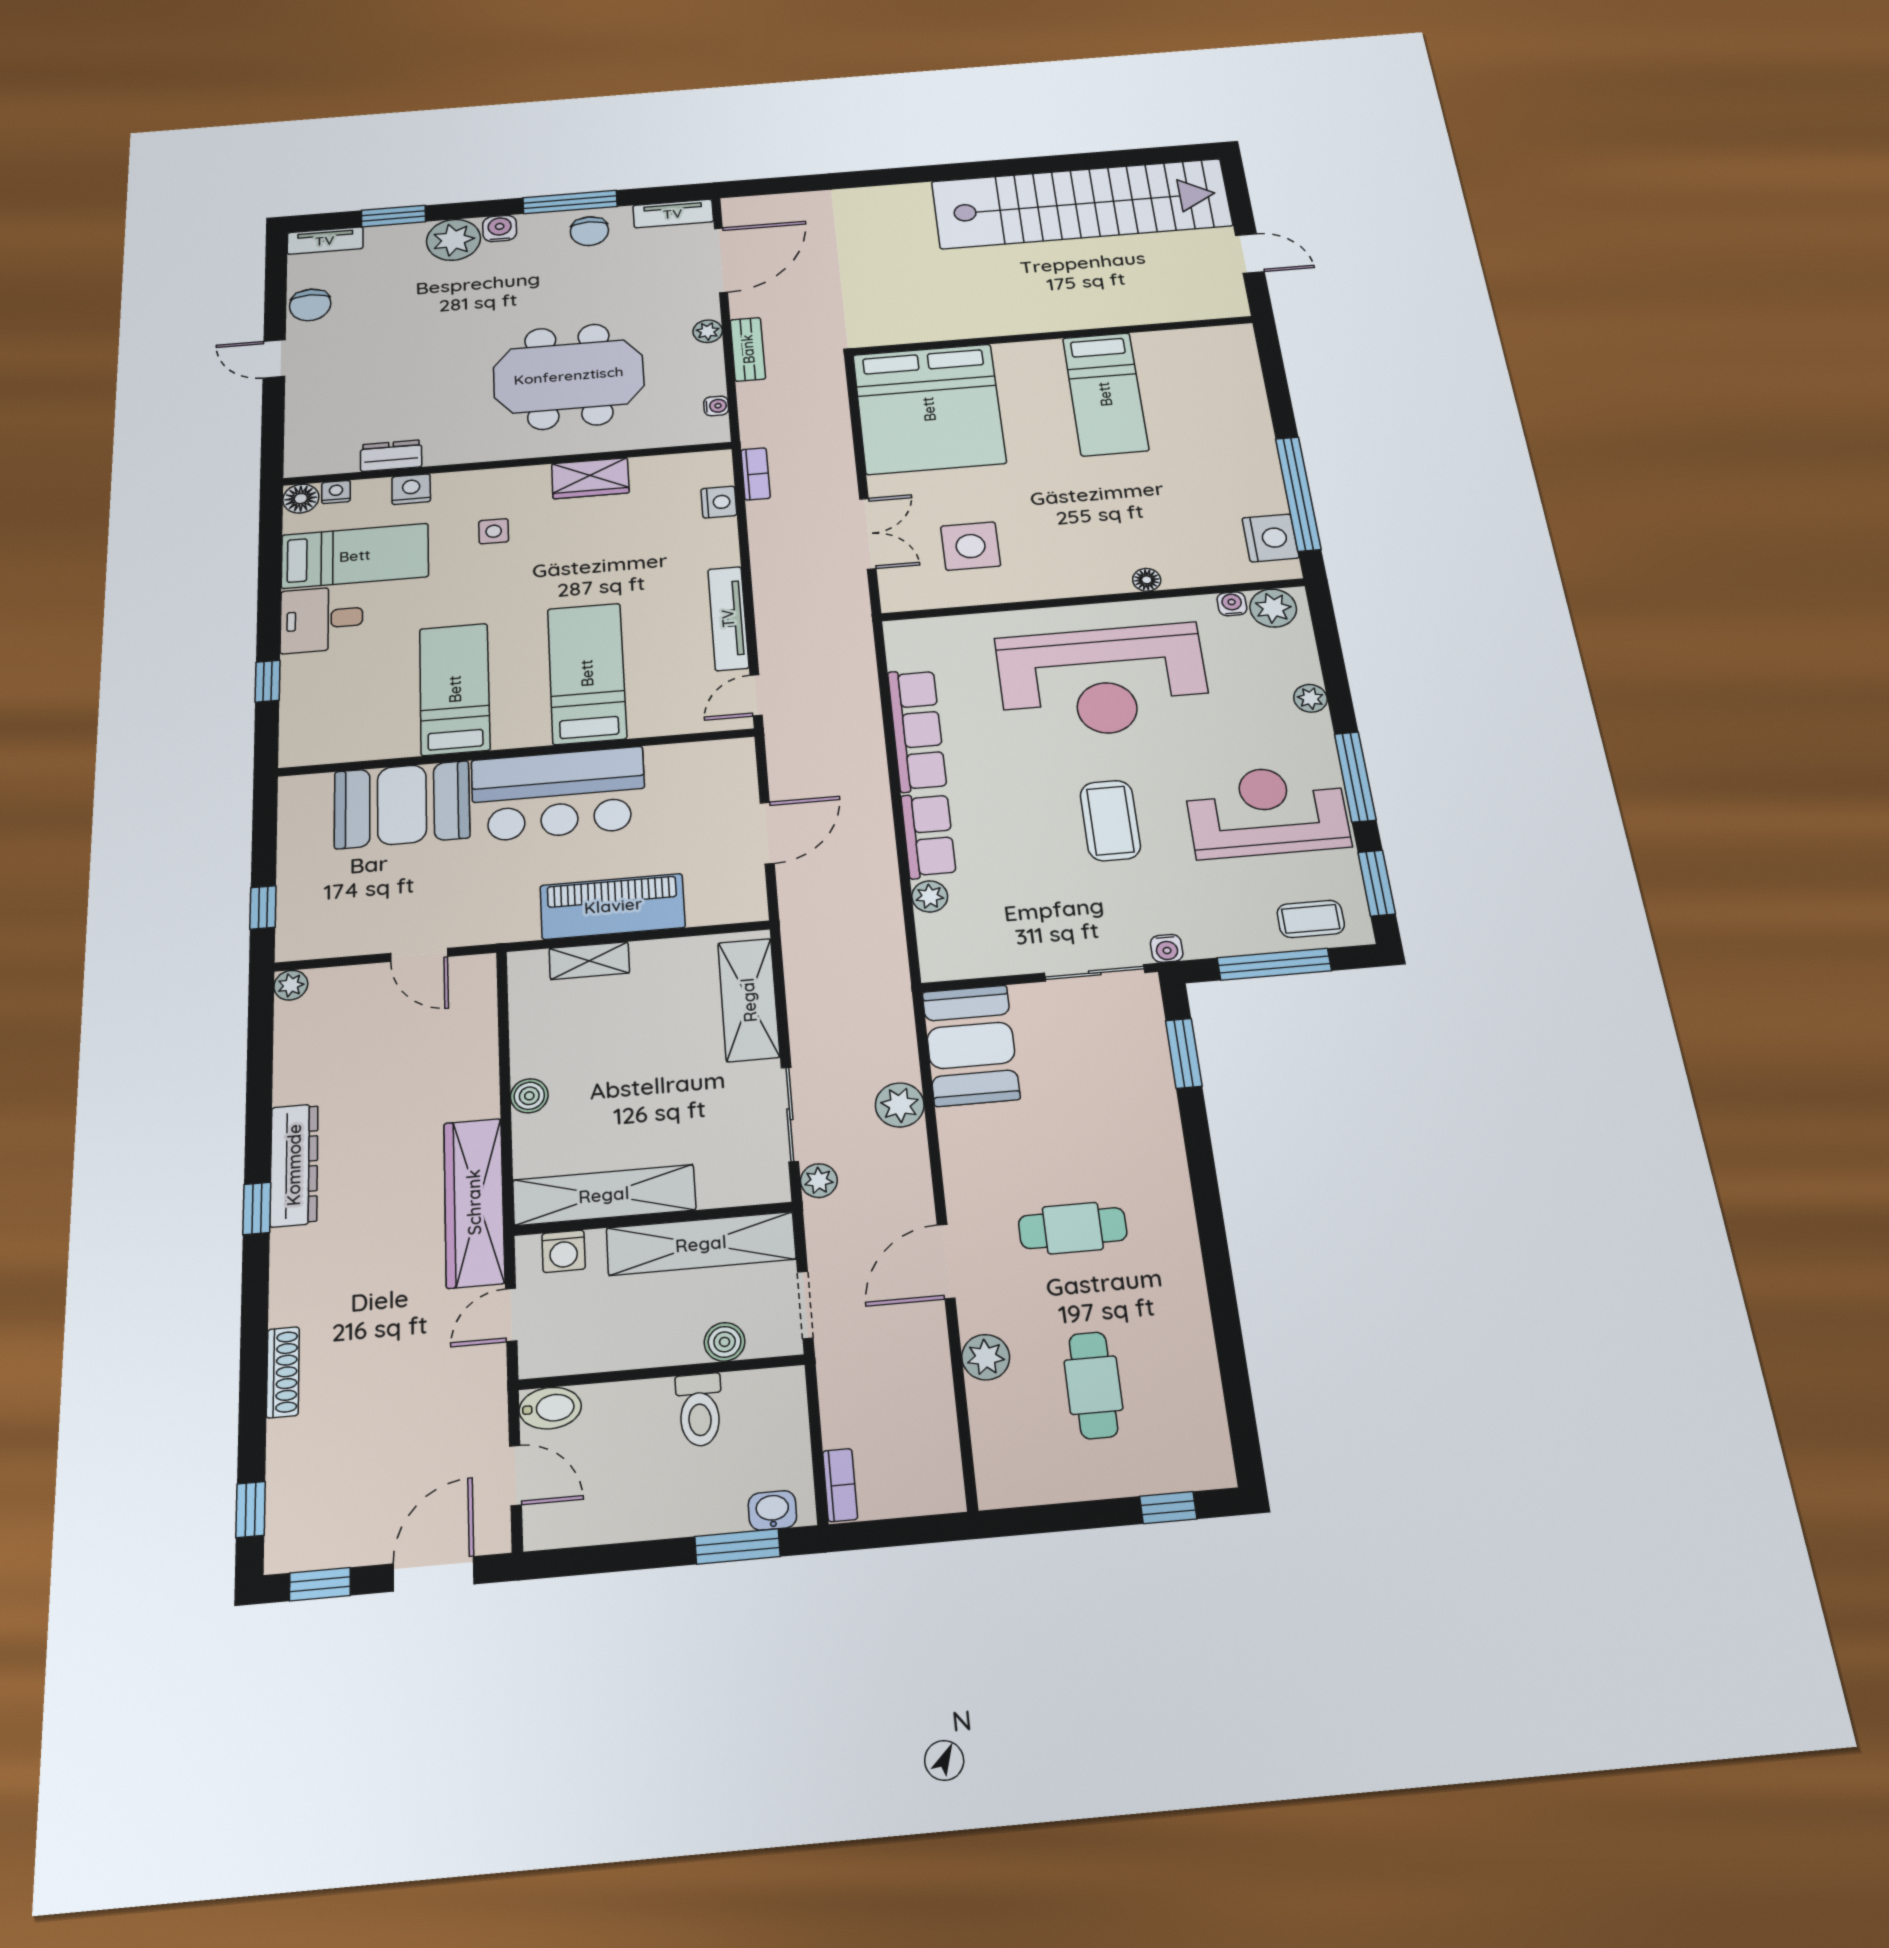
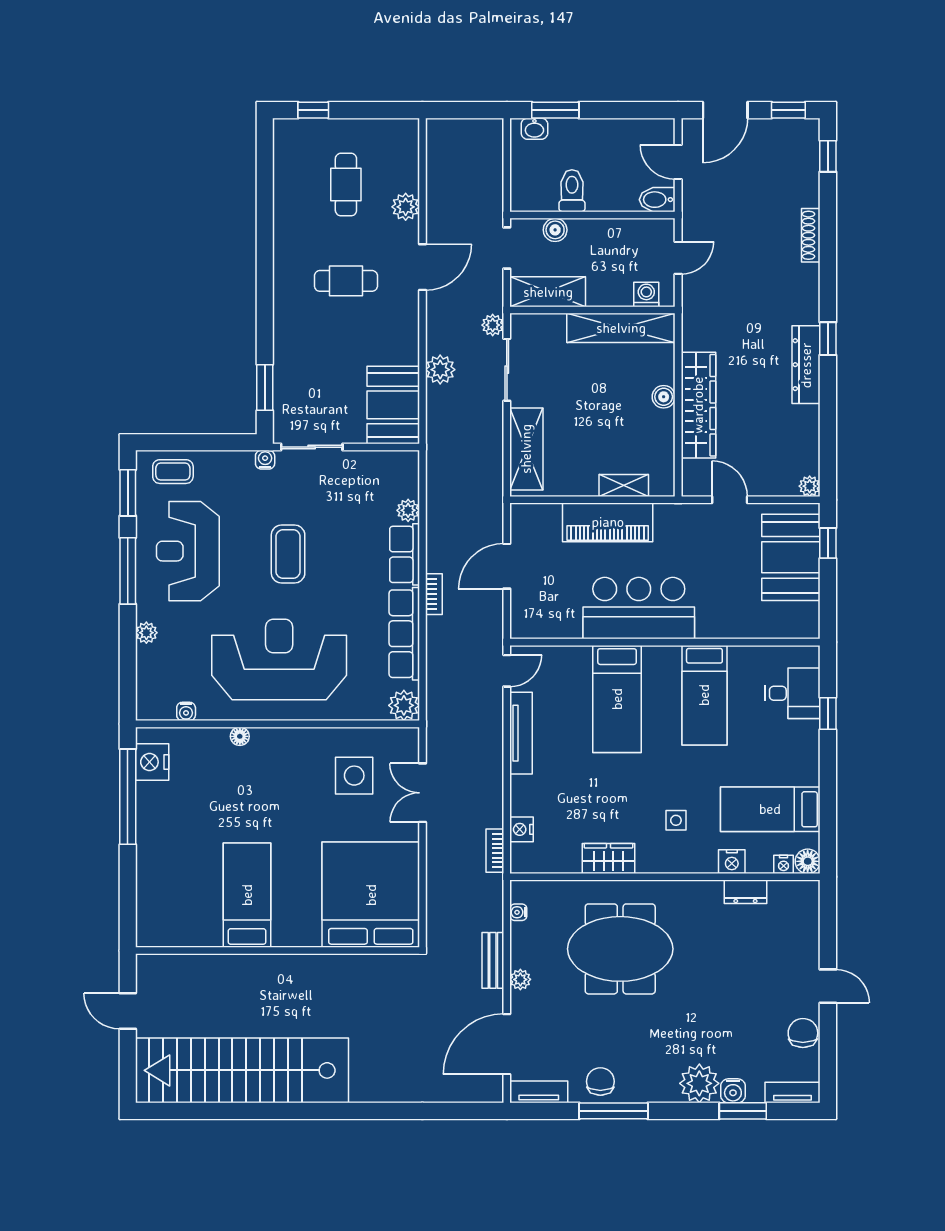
water cooler: (500, 228) -> (733, 1091), moved
plant: (1273, 608) -> (404, 705), moved
desk: (322, 619) -> (793, 693), moved
booth: (402, 805) -> (791, 557), moved, turned 90
reception desk: (1267, 811) -> (188, 551), turned 90
window: (1274, 964) -> (200, 442), removed
wardrobe: (474, 1202) -> (698, 405), moved
shelving: (701, 1244) -> (548, 292), width x0.68
bookcase: (840, 1485) -> (434, 594), moved, turned 180

